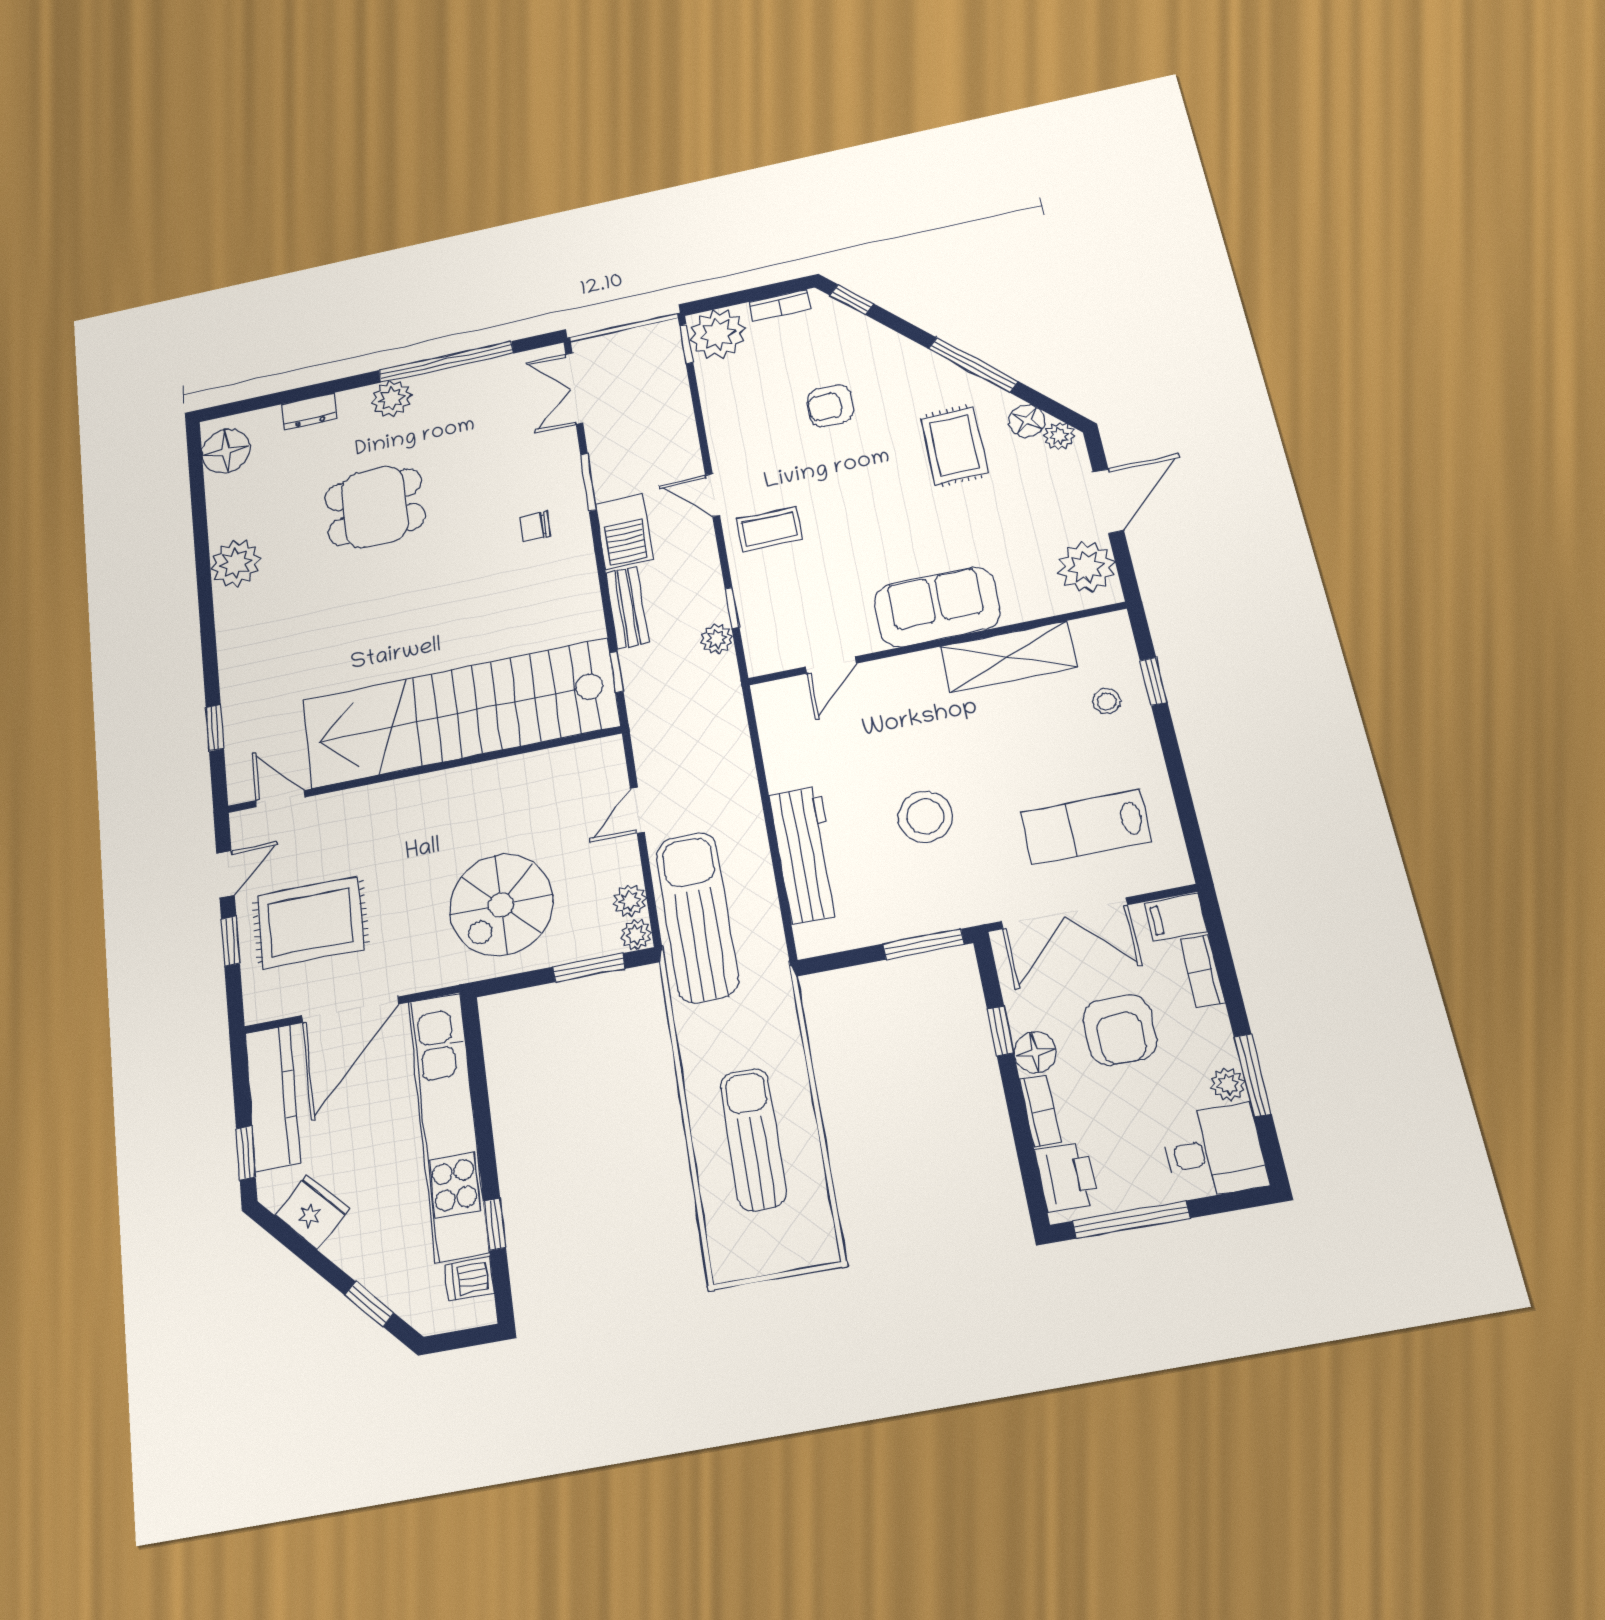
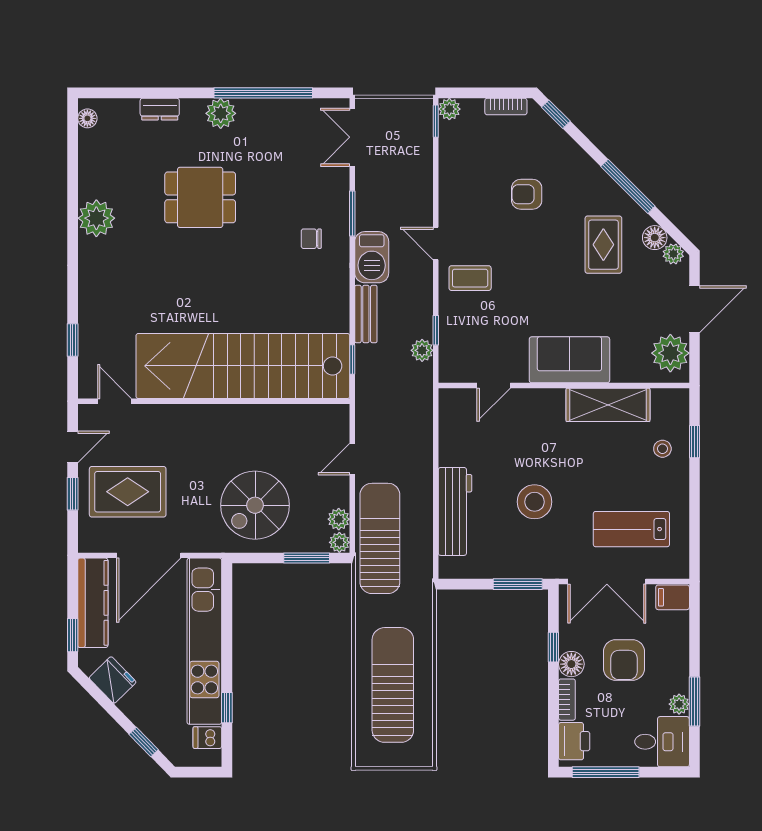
plant: (718, 334) -> (449, 109), width x0.53, depth x0.53
floor lamp: (226, 451) -> (87, 118), width x0.53, depth x0.53
bookcase: (1203, 971) -> (681, 634), removed
sun lounger: (753, 1139) -> (393, 685), width x1.36, depth x1.34

